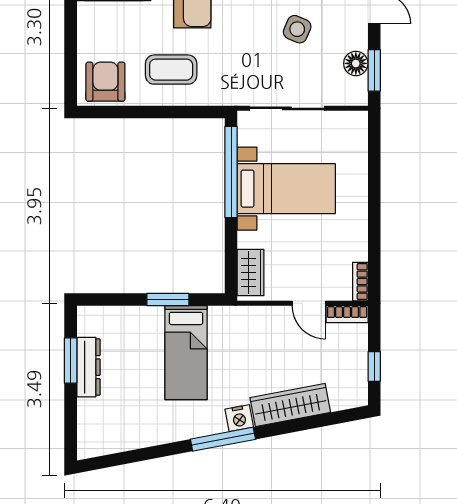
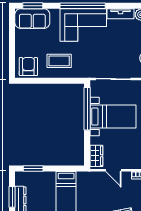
side table: (297, 29) -> (118, 42), removed
window: (168, 300) -> (33, 168), moved
door: (309, 303) -> (113, 170), moved

